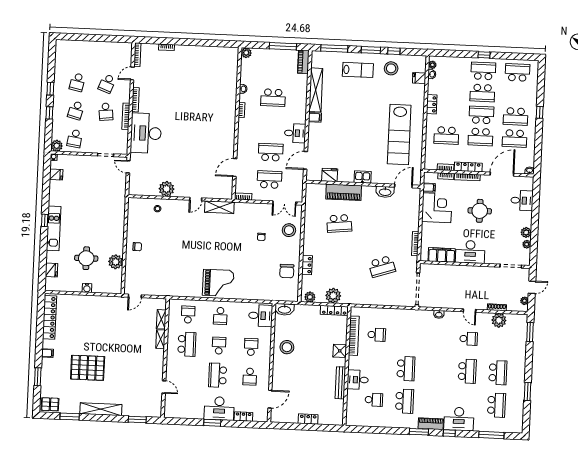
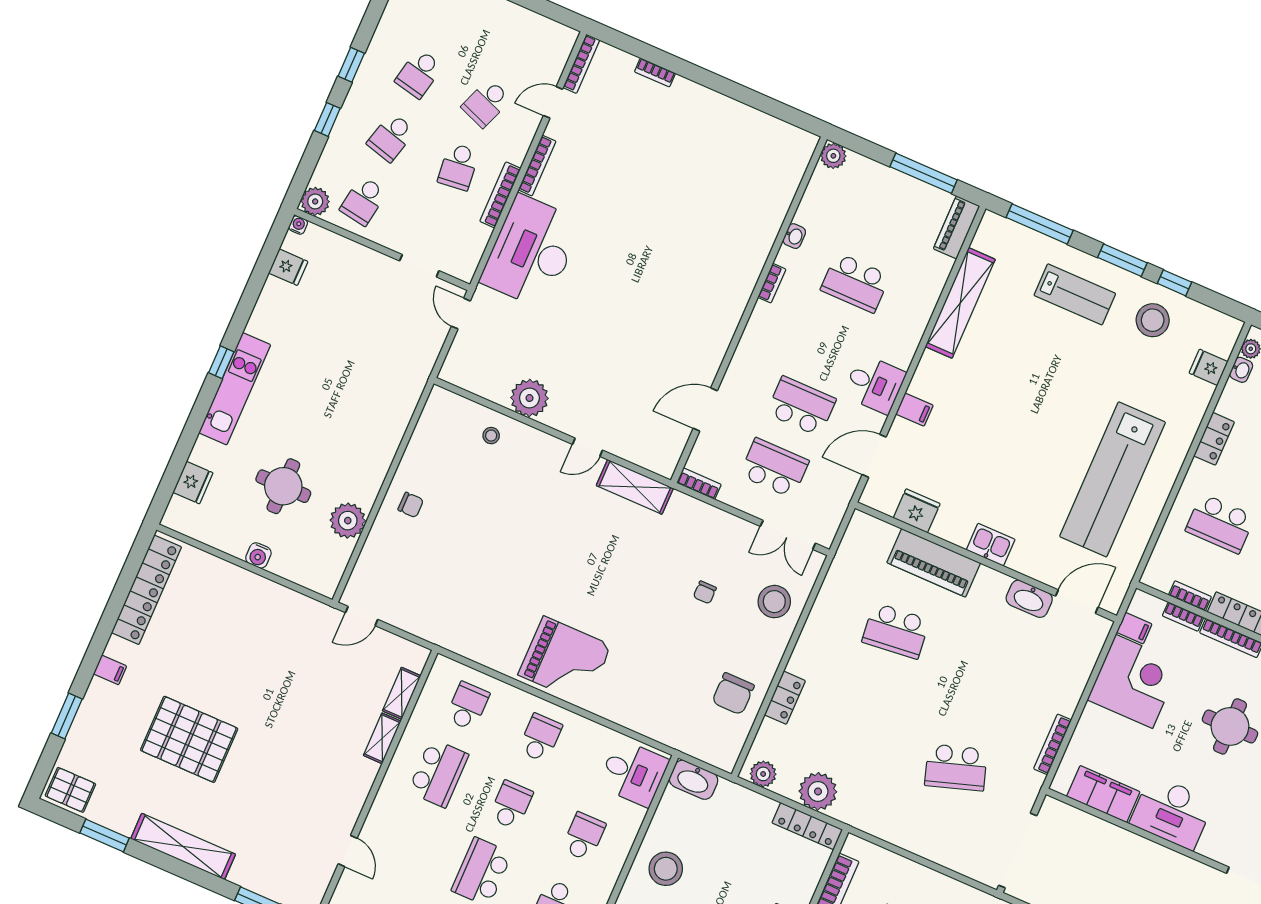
filing cabinet: (315, 117) -> (914, 410), moved
school desk: (220, 316) -> (540, 738), turned 180

